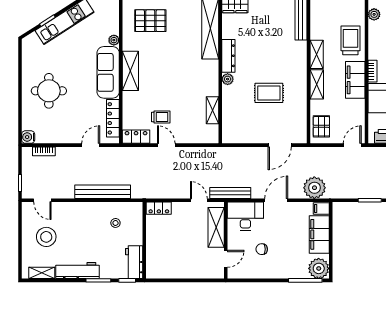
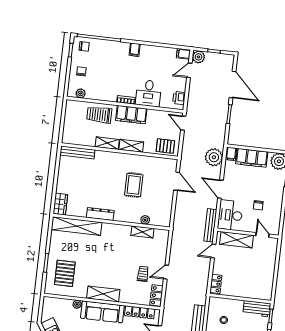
plant: (228, 79) -> (145, 220), moved

